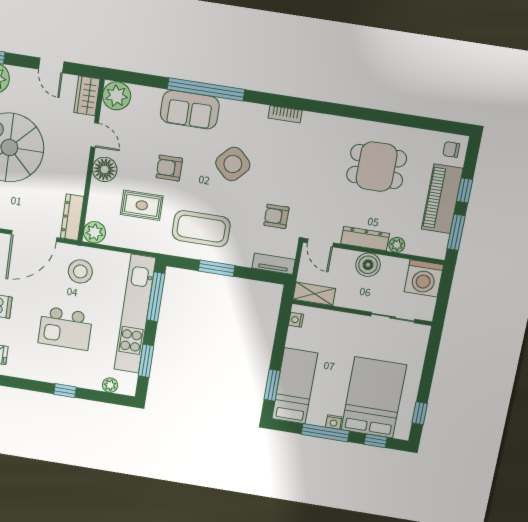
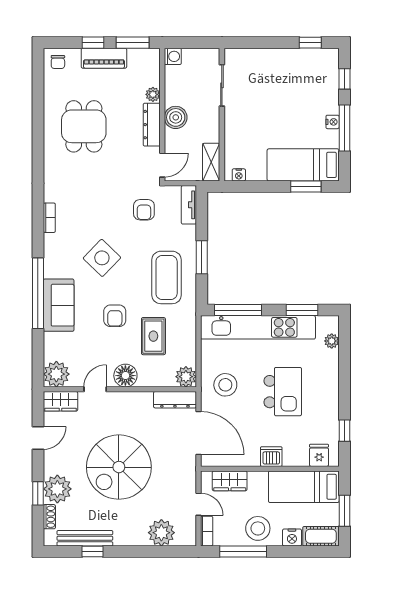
piano: (442, 199) -> (104, 58), width x0.73, depth x0.75
washing machine: (424, 278) -> (173, 56), width x0.53, depth x0.53
window: (65, 391) -> (344, 431), moved
bed: (374, 397) -> (302, 89), removed

